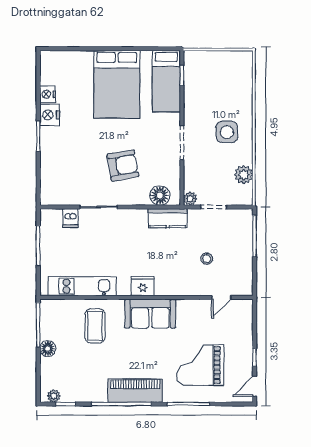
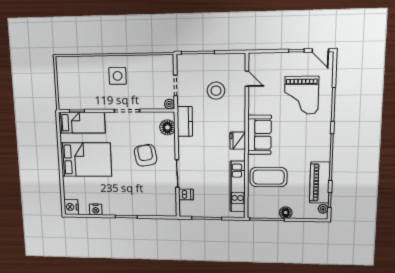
nightstand: (49, 115) -> (71, 207), moved, turned 90
plant: (244, 175) -> (150, 62), removed
stool: (207, 259) -> (216, 91), width x1.89, depth x1.89
coffee table: (95, 326) -> (268, 177), width x1.36, depth x1.32
piano: (135, 391) -> (320, 183), moved

